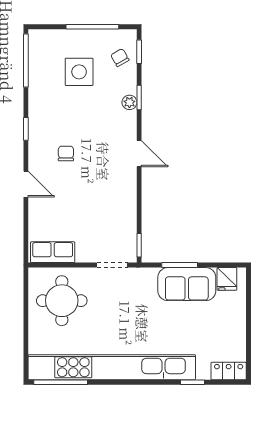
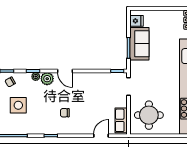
plant: (126, 122) -> (47, 79), added
door: (139, 154) -> (65, 71), swing flipped
door: (26, 184) -> (101, 136), moved

